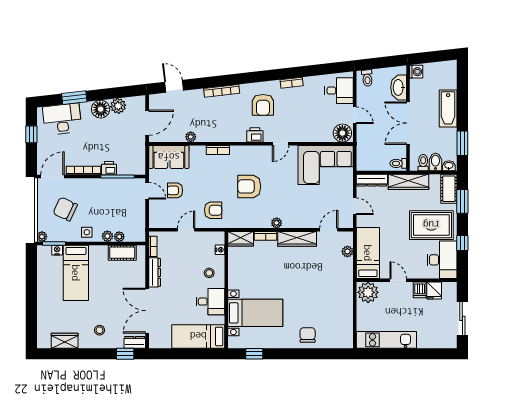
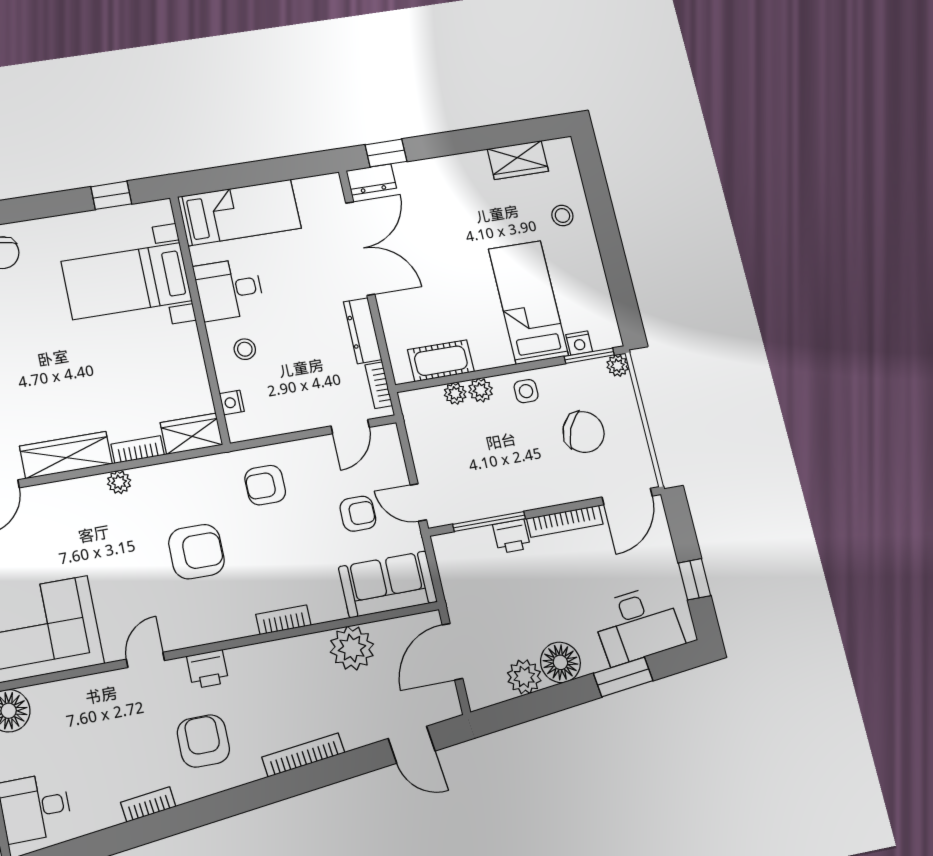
plant: (191, 137) -> (352, 648), width x1.87, depth x1.87
door: (186, 230) -> (350, 427), moved
stool: (100, 330) -> (562, 216), moved

